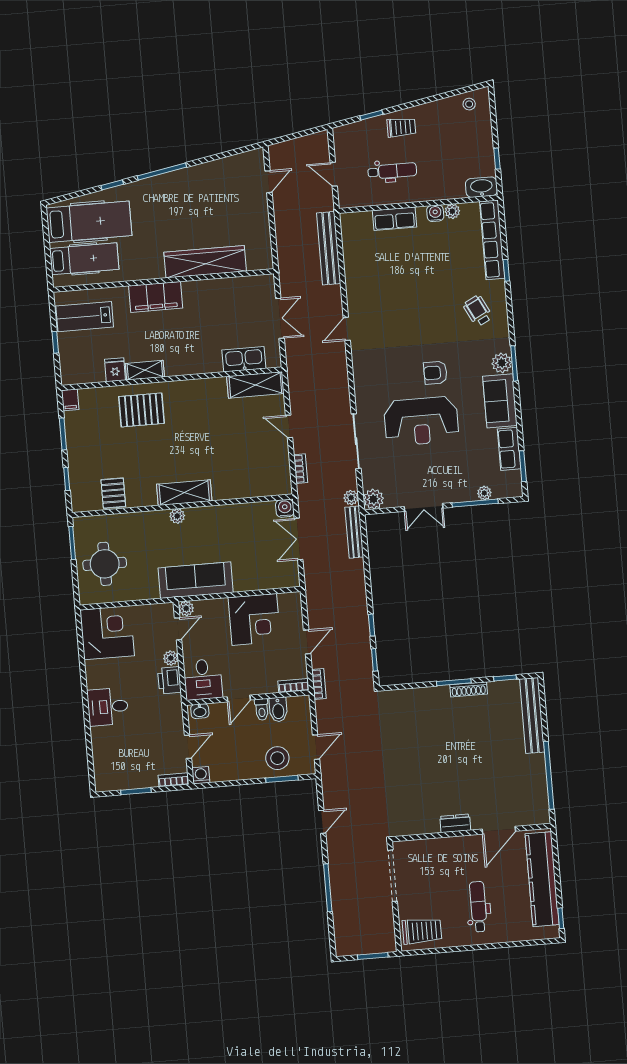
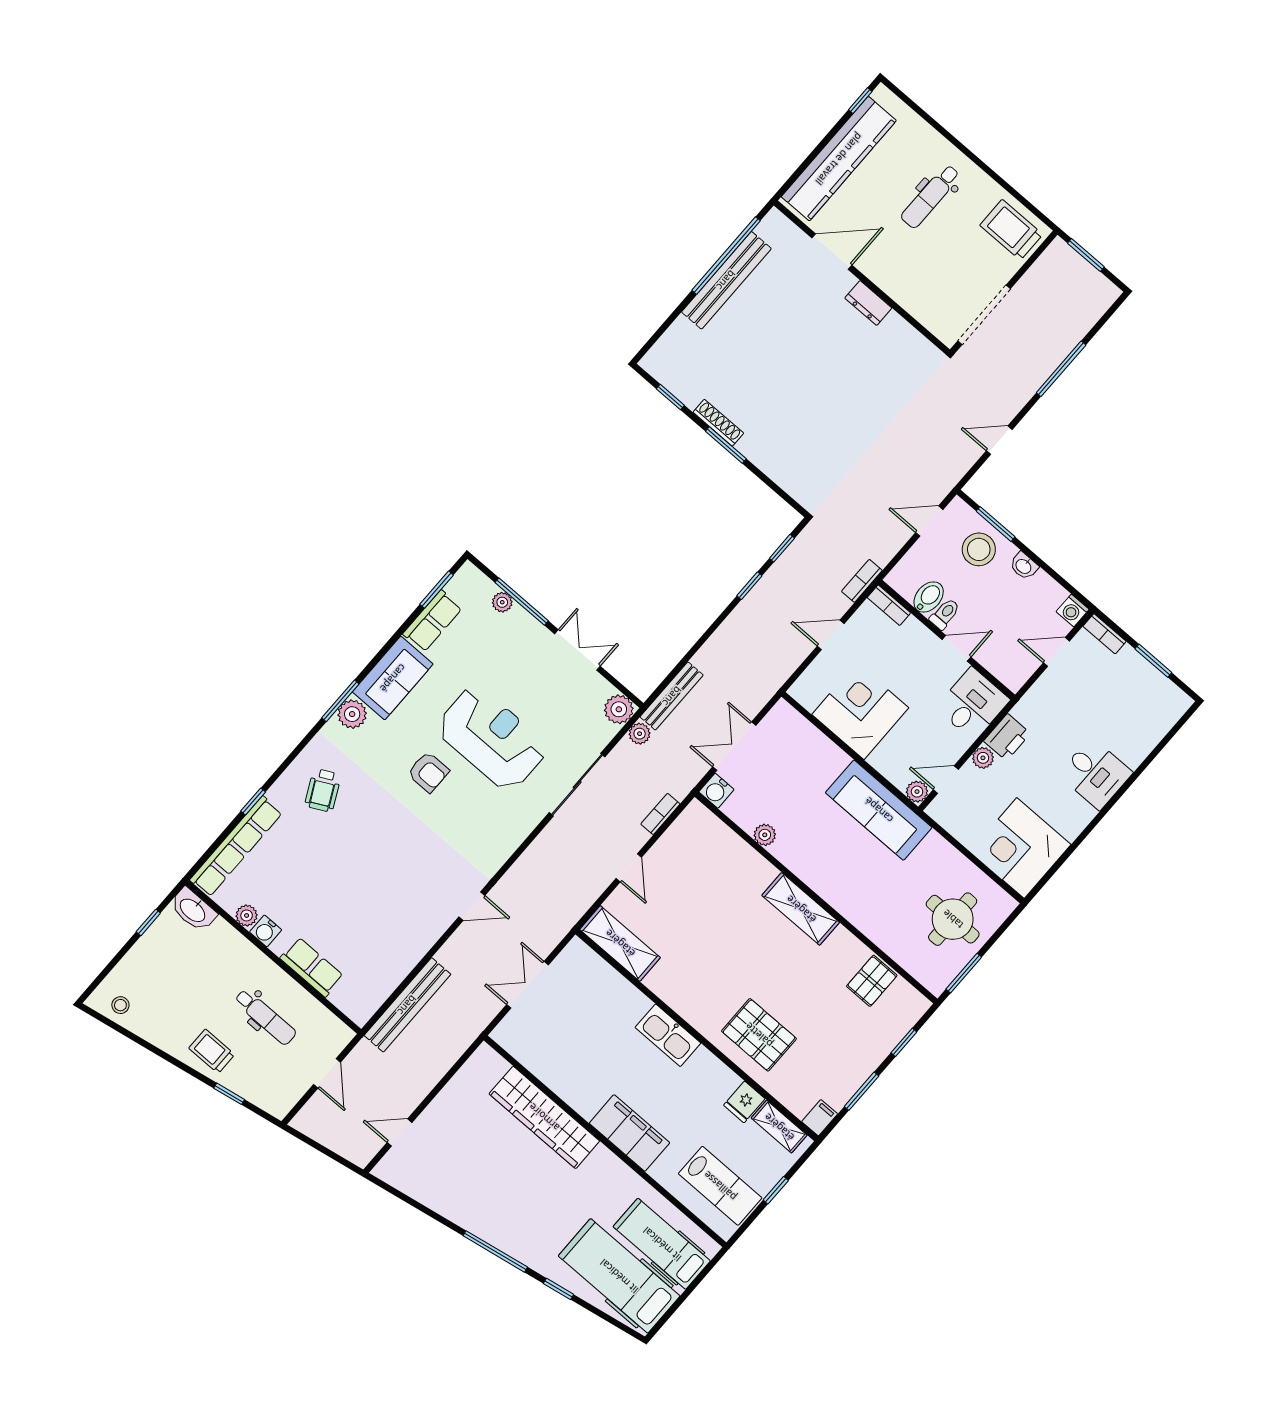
dental chair: (392, 171) -> (265, 1017), turned 180
kitchen sink: (244, 359) -> (668, 1035), moved
shelving: (145, 370) -> (779, 1127), moved
plant: (177, 516) -> (765, 835), moved
double door: (298, 539) -> (734, 746), swing flipped
washbasin: (200, 711) -> (1024, 566), moved, turned 180
bench: (532, 715) -> (726, 280), moved

